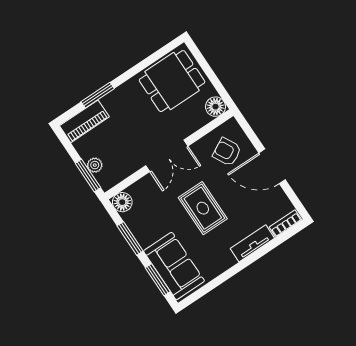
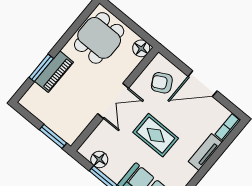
piano: (84, 121) -> (54, 72), moved
plant: (95, 165) -> (56, 126), removed
floor lamp: (122, 202) -> (99, 159), moved

